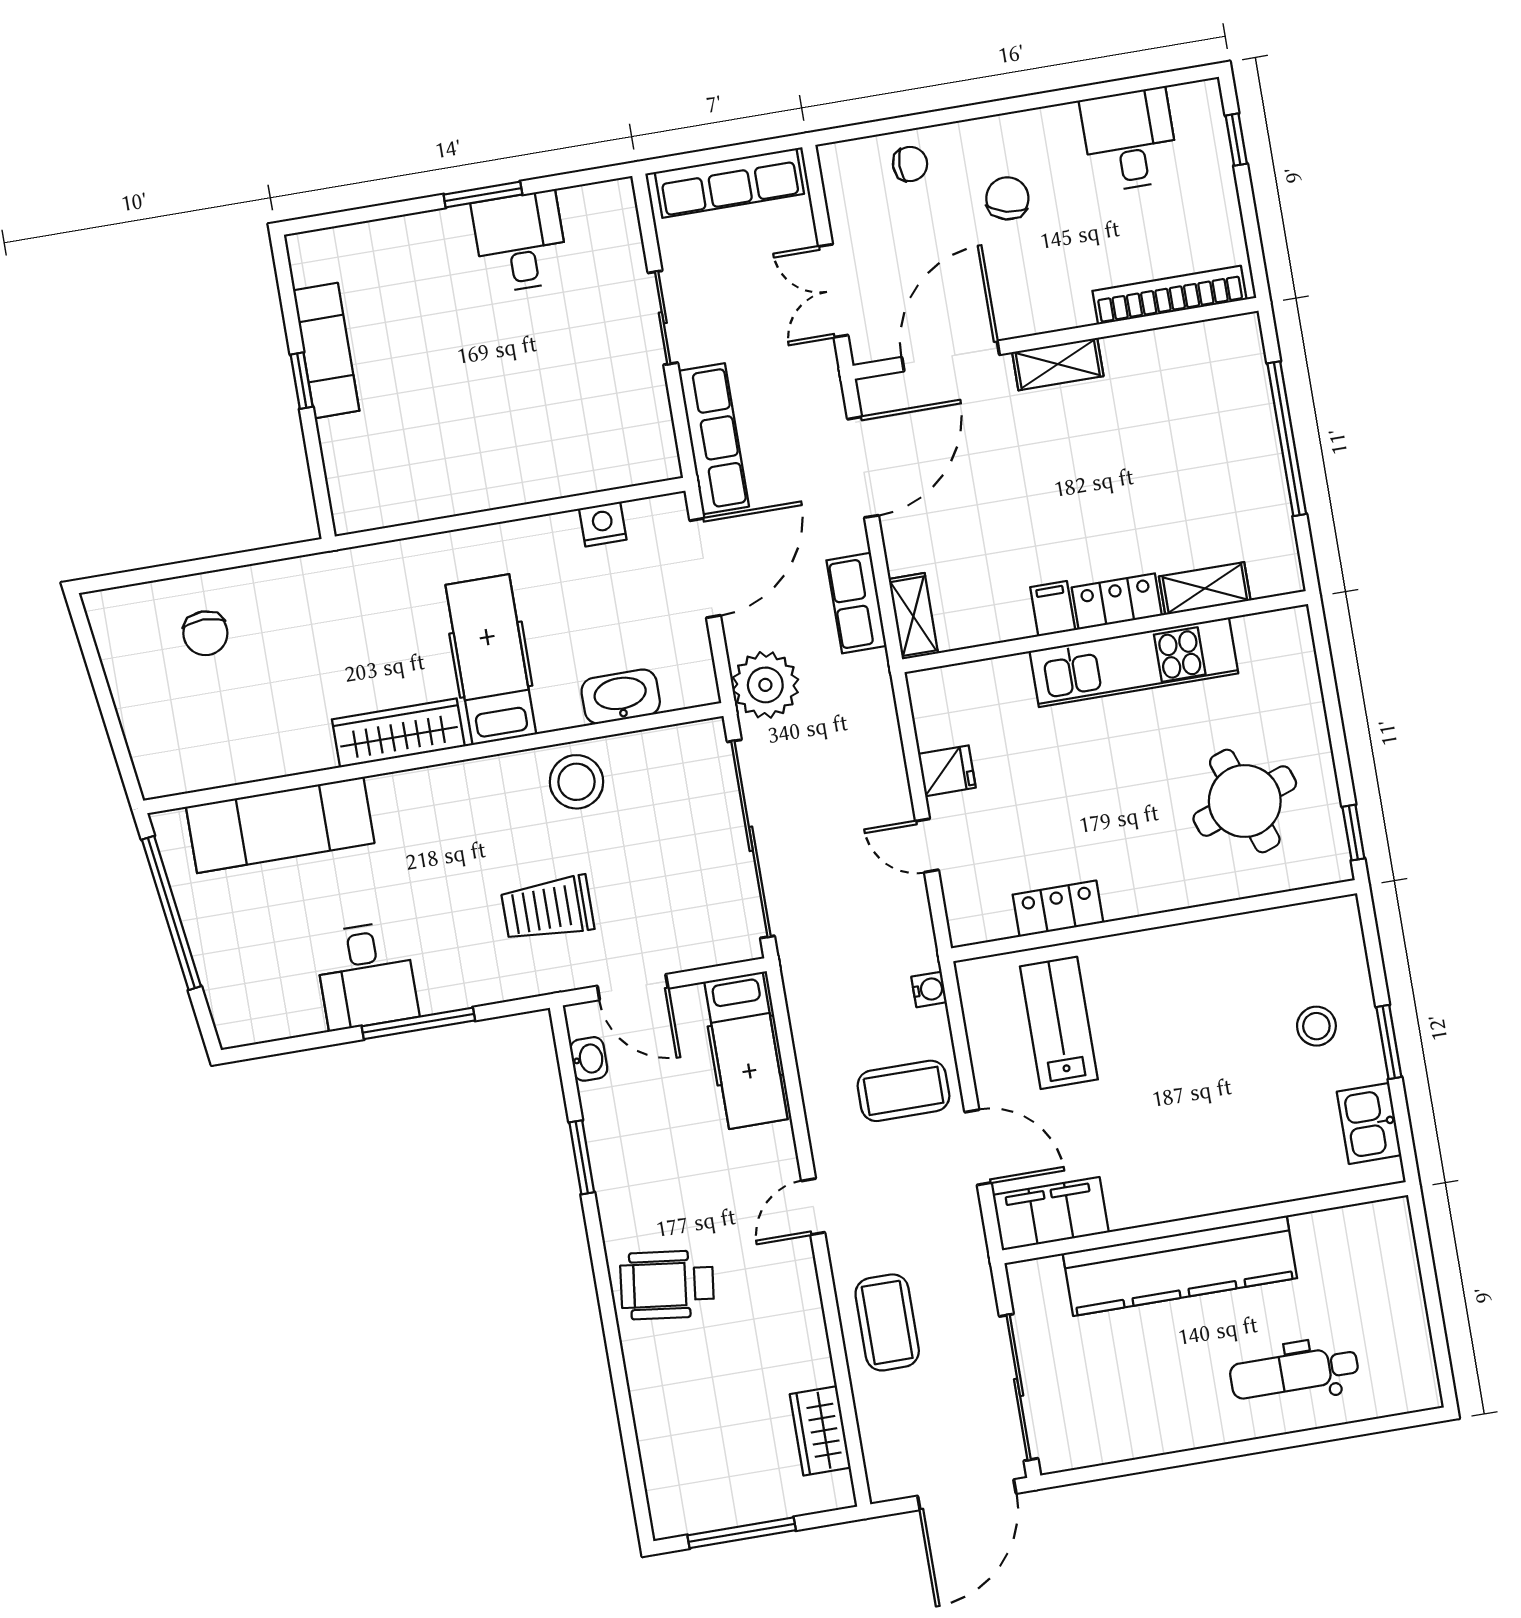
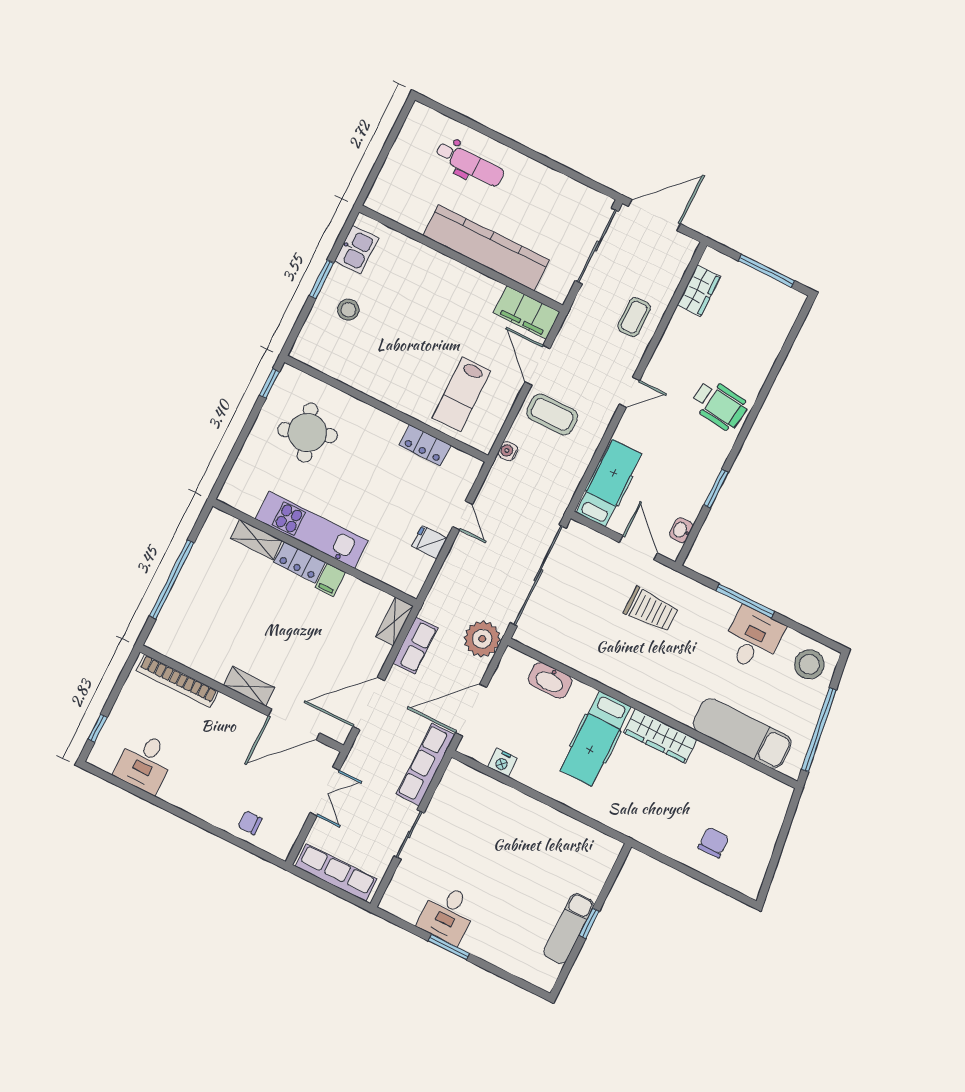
chair: (1007, 198) -> (218, 776), removed
stool: (576, 782) -> (809, 664), moved
coffee table: (887, 1322) -> (634, 317), width x0.73, depth x0.77

